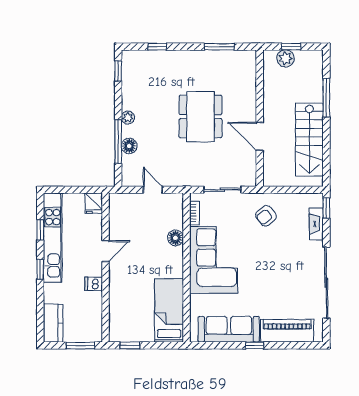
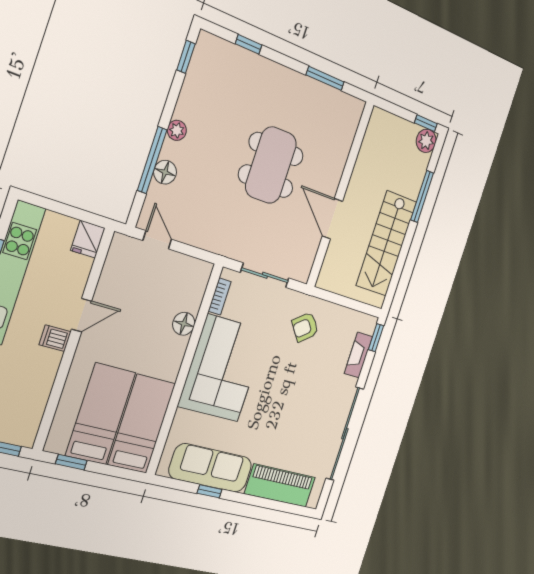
window: (291, 47) -> (426, 123), moved
plant: (285, 58) -> (426, 141), moved
door: (153, 190) -> (157, 240), moved
dishwasher: (94, 284) -> (55, 338), moved
bed: (139, 310) -> (101, 414), added
window: (255, 345) -> (210, 491), moved

